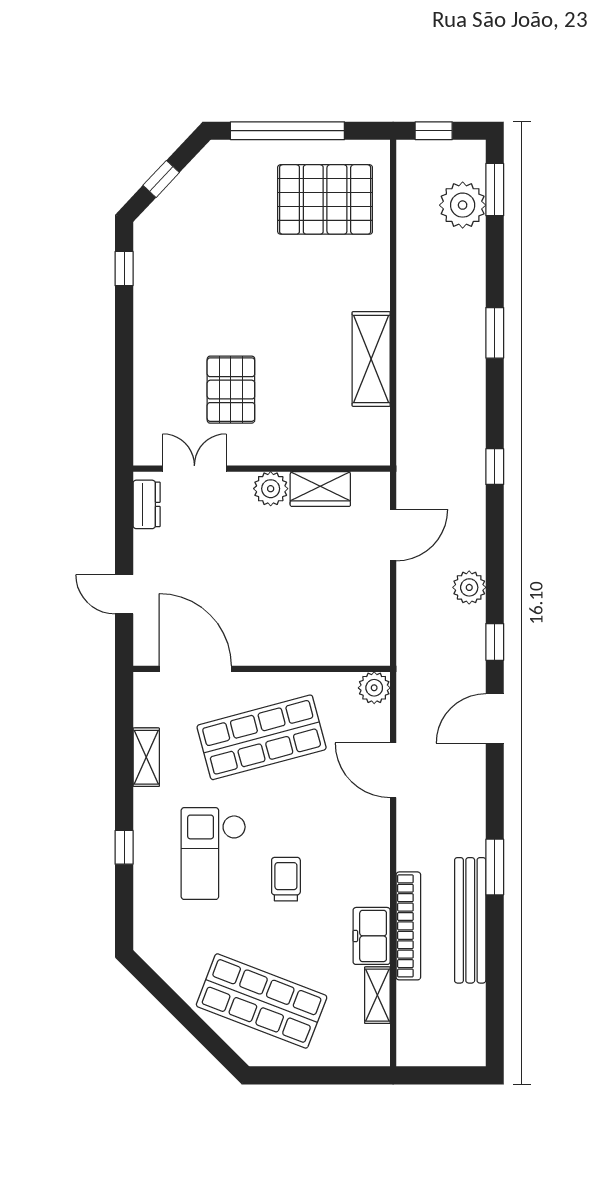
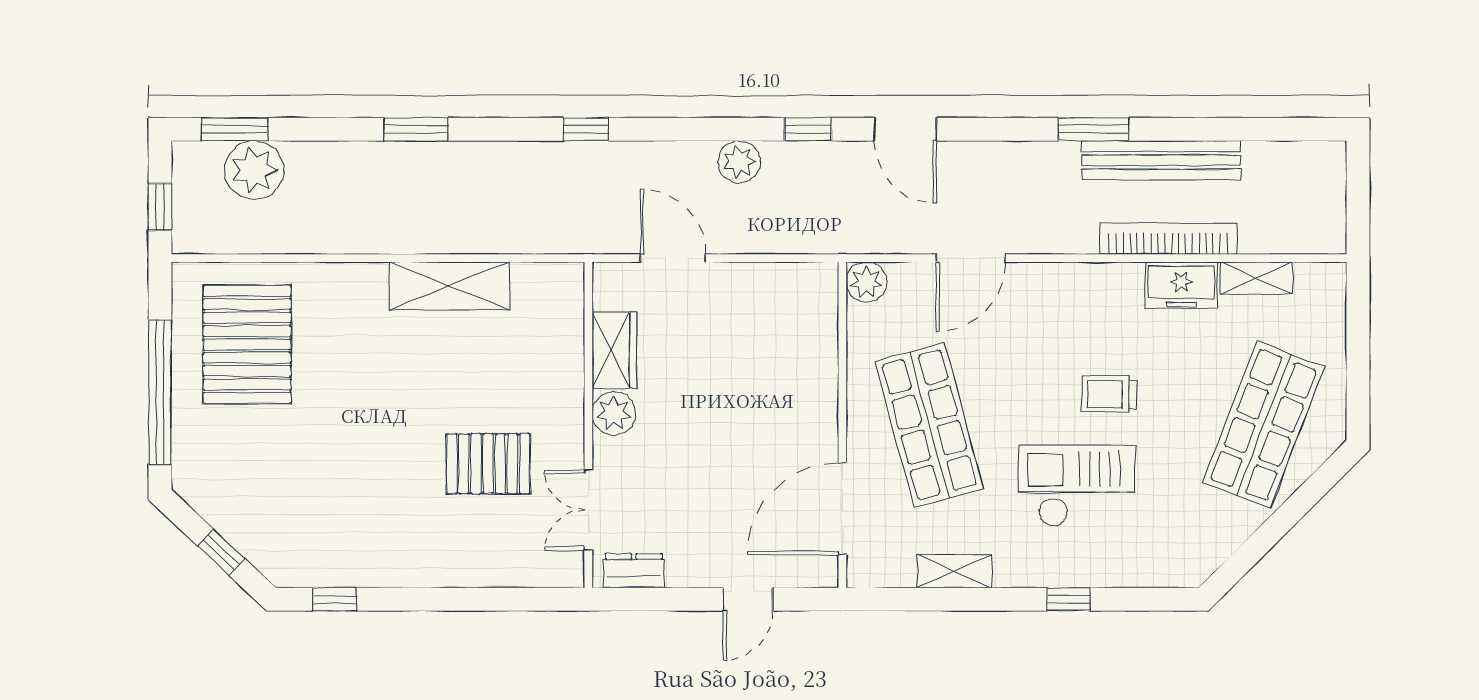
checkout: (213, 854) -> (1077, 486), turned 180

